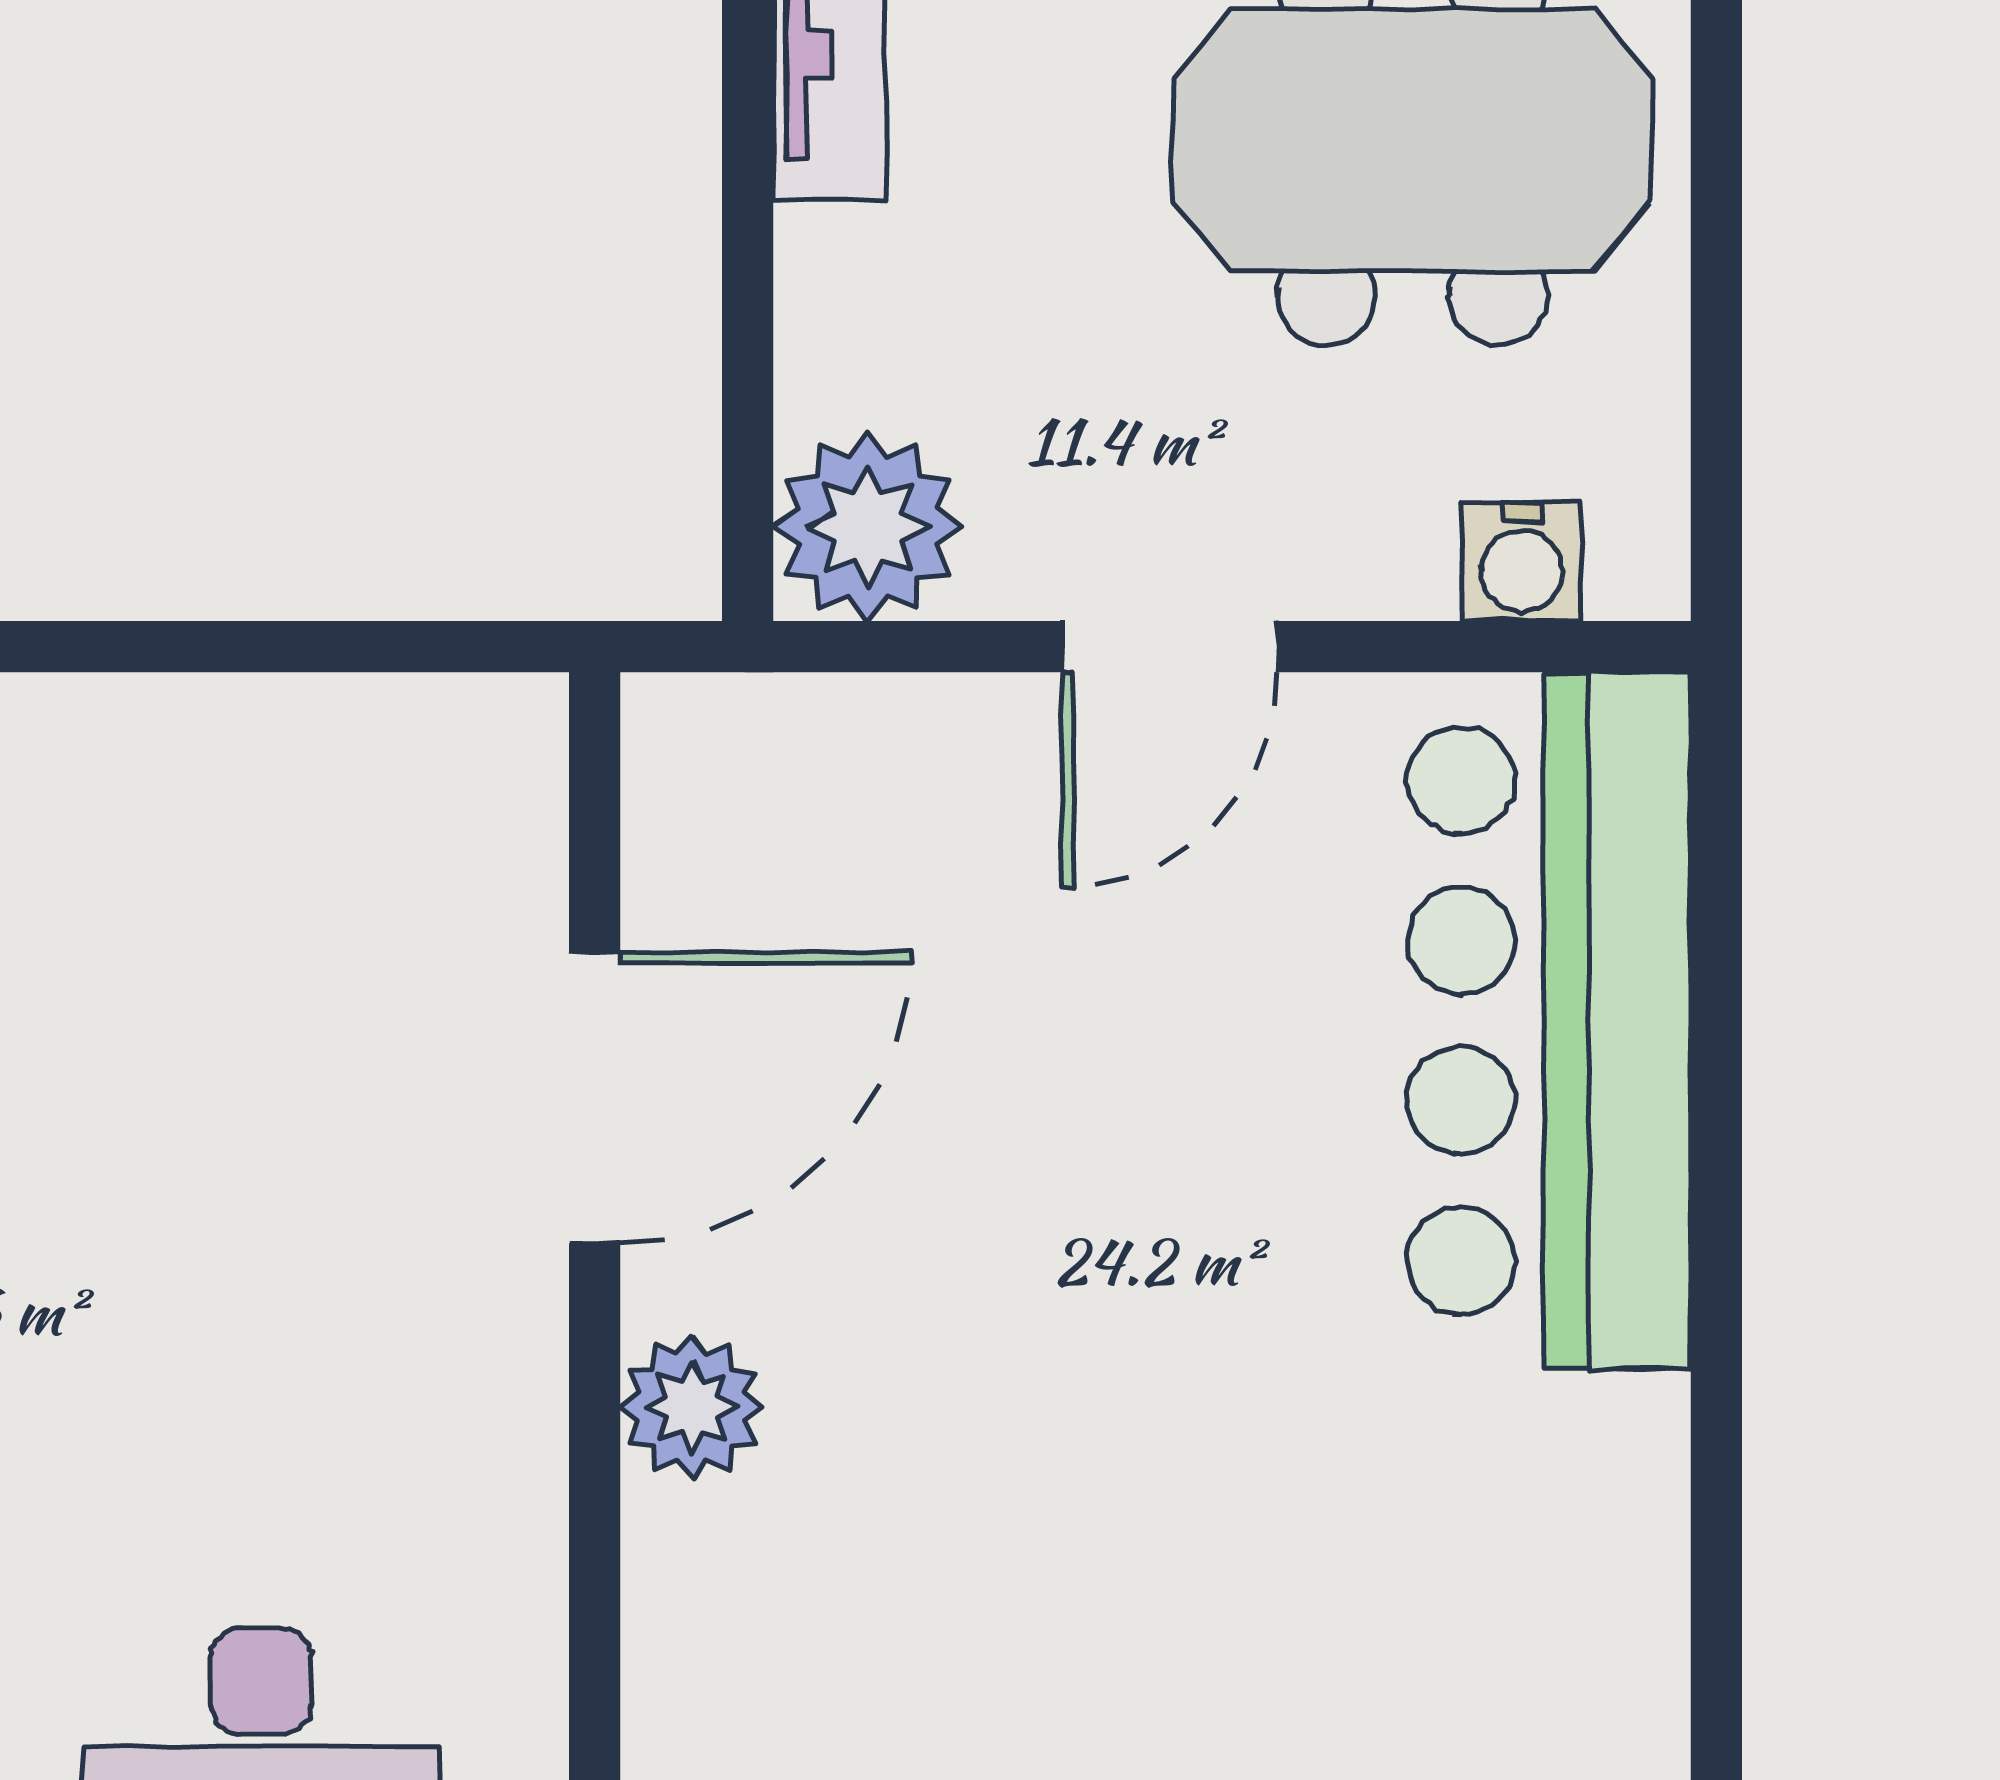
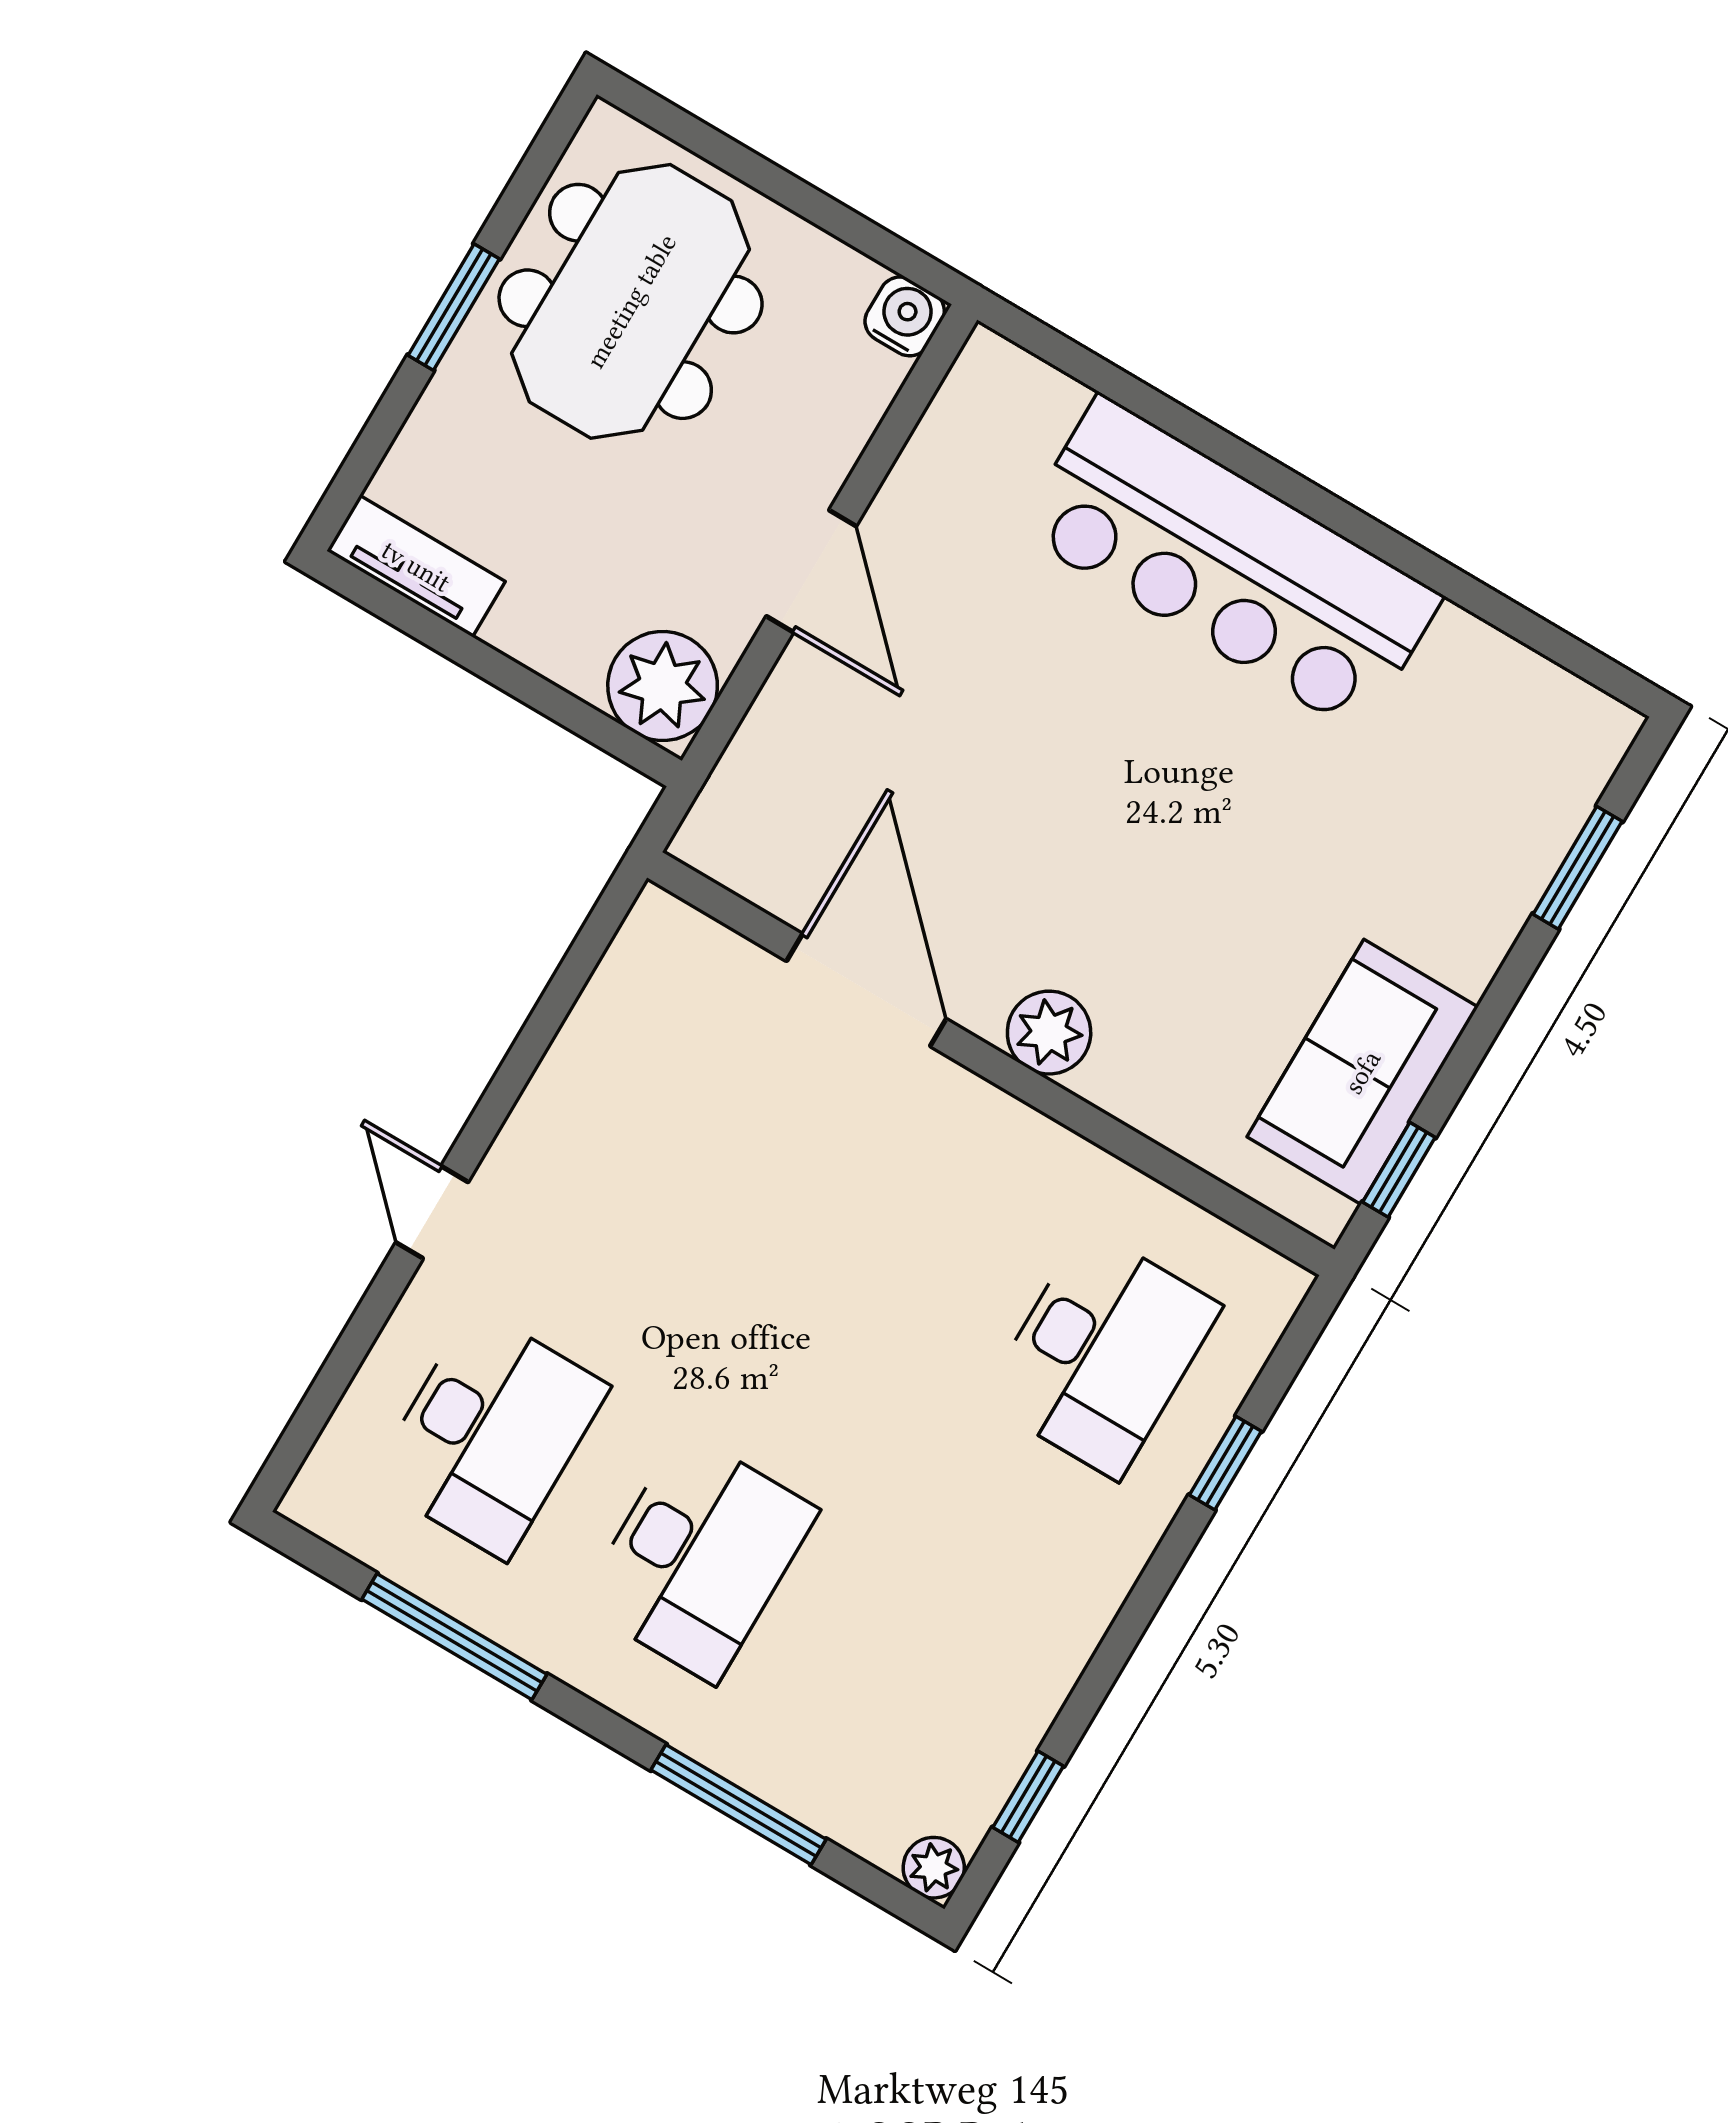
water cooler: (1522, 562) -> (905, 316), moved, turned -90
bar counter: (1549, 1021) -> (1230, 564), moved

